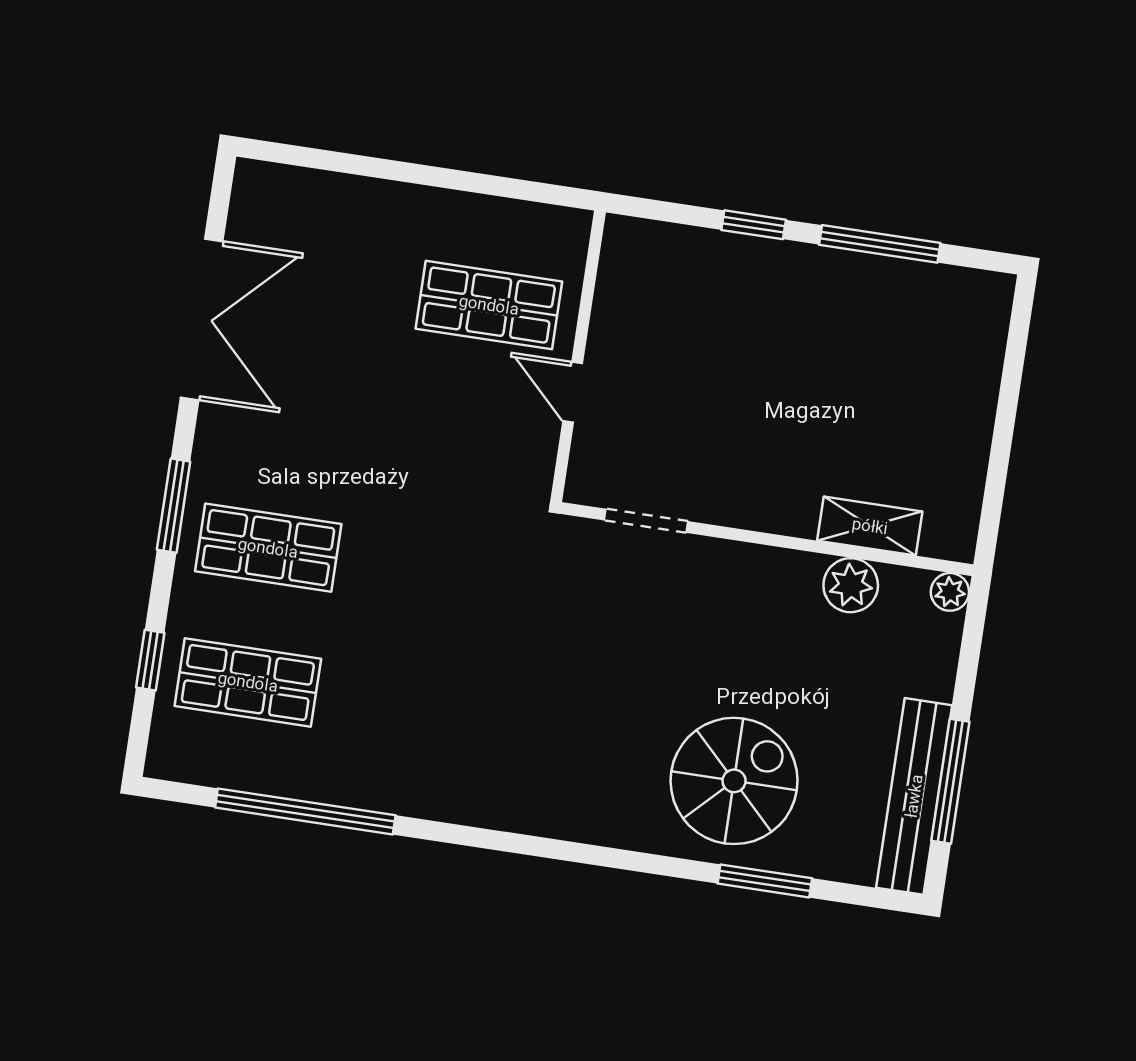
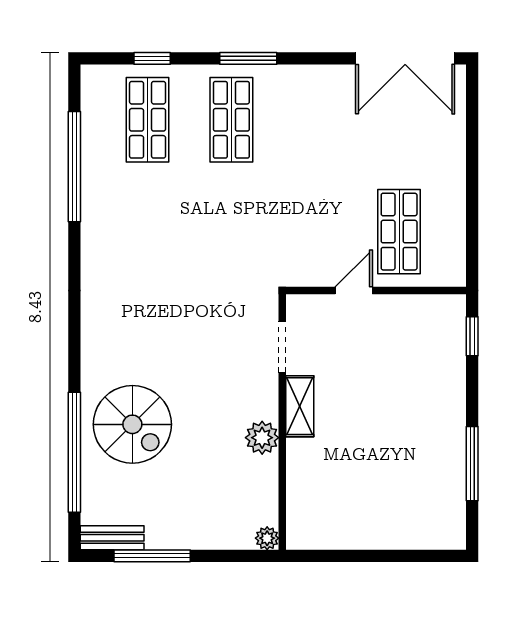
window: (754, 225) -> (472, 336), moved
double door: (202, 319) -> (405, 58), moved
shelving: (870, 526) -> (300, 406), moved
plant: (851, 585) -> (262, 438), moved
bench: (914, 796) -> (112, 538), width x0.54, depth x0.82
window: (765, 881) -> (74, 452), width x2.11

